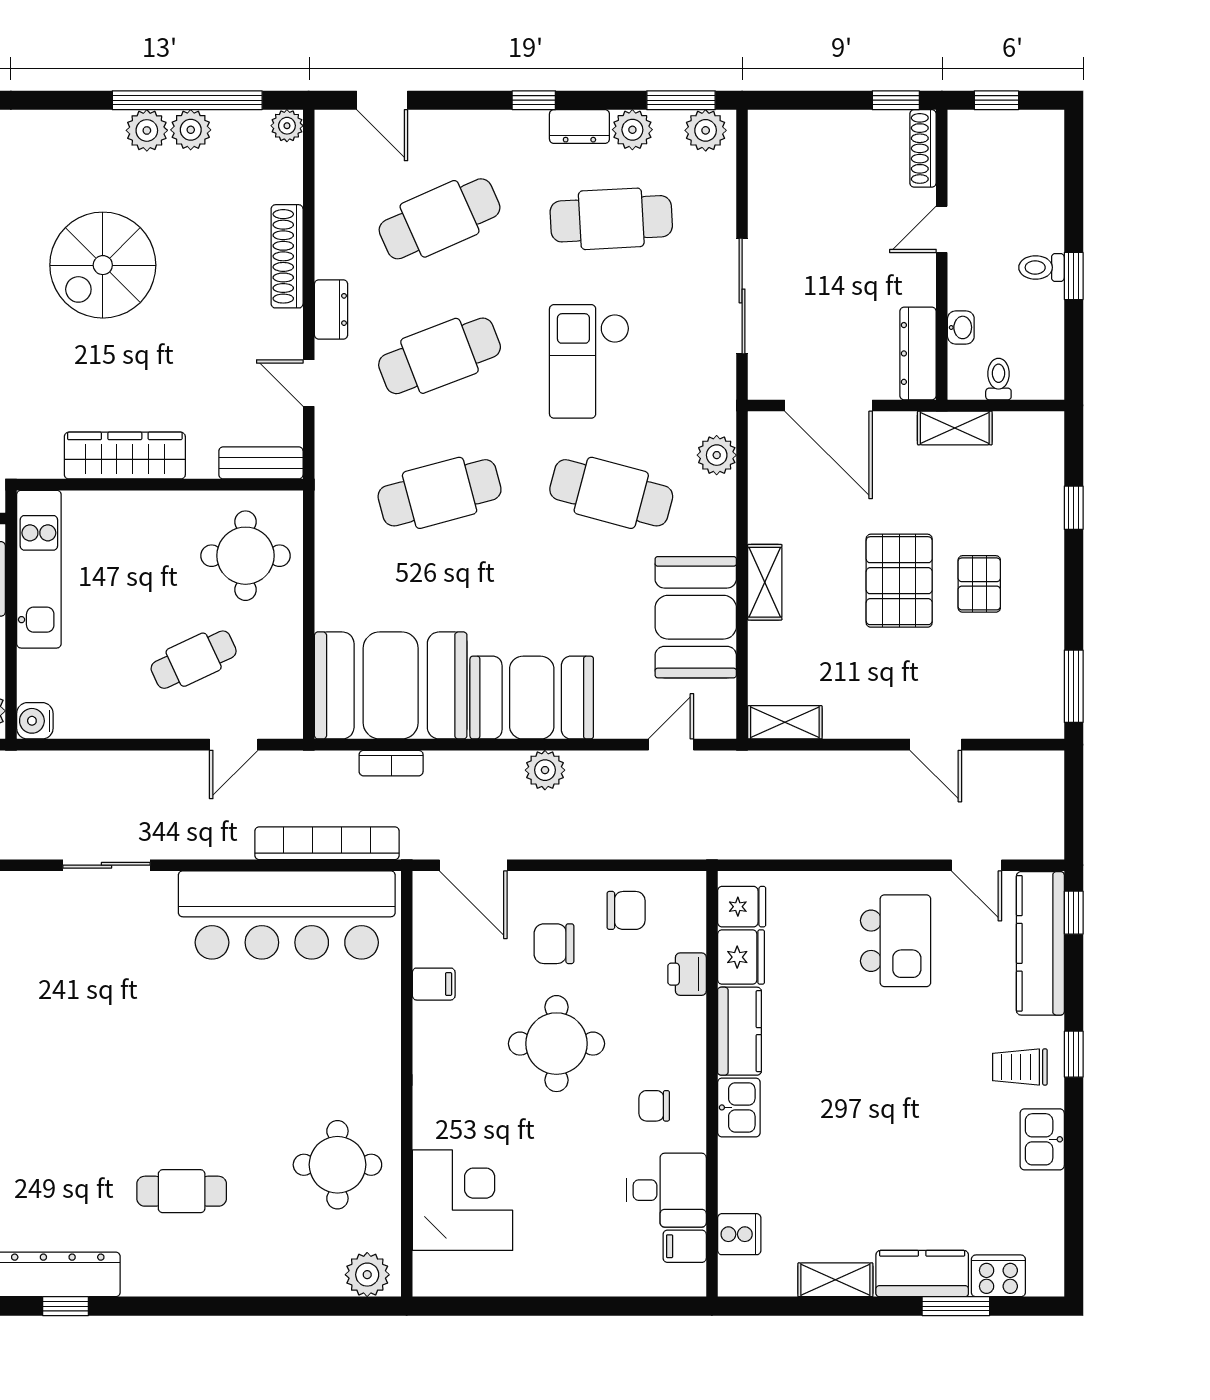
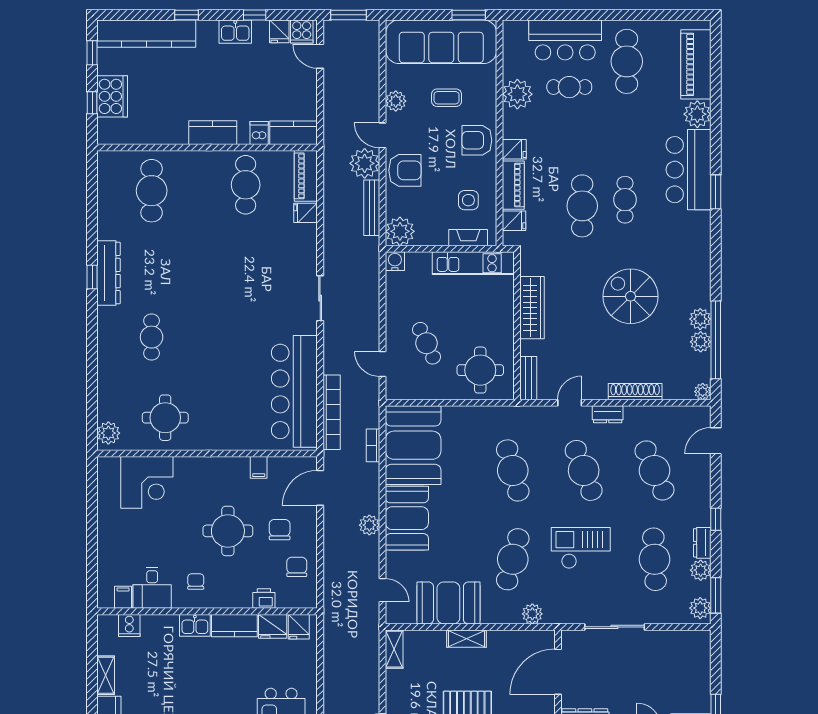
chair: (626, 910) -> (297, 567), turned 180

